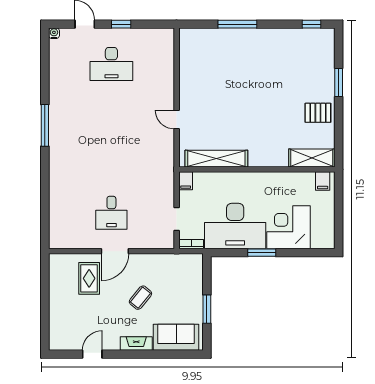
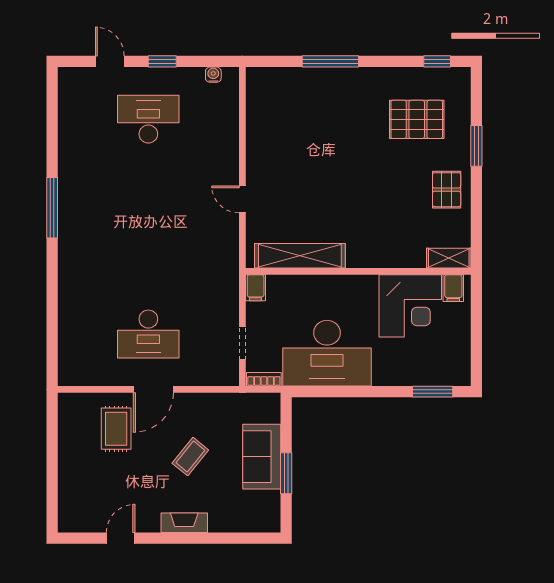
water cooler: (54, 33) -> (213, 75), moved
desk: (111, 64) -> (148, 119), turned 180
pallet: (297, 64) -> (417, 119), added
pallet: (318, 113) -> (447, 190), turned 90
shelving: (312, 158) -> (449, 258), width x0.67, depth x0.75
desk: (111, 213) -> (148, 334), width x1.37
corner desk: (288, 227) -> (410, 306), moved, turned 180
window: (262, 253) -> (433, 392), moved
sofa: (176, 337) -> (262, 457), moved, turned -90

